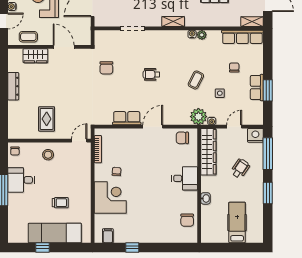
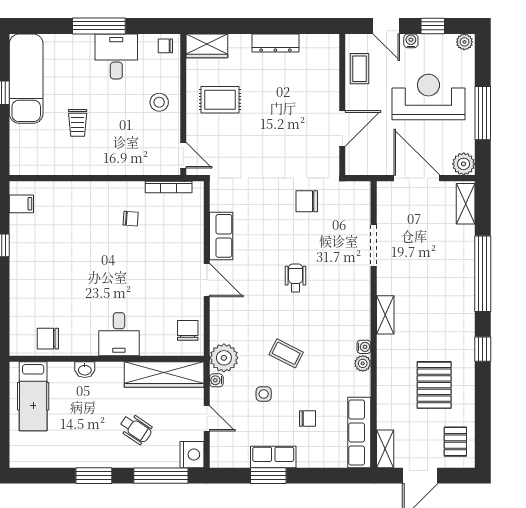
wardrobe: (35, 56) -> (207, 46), moved, turned -90
corner desk: (110, 198) -> (86, 208), removed
hospital bed: (237, 222) -> (33, 396), moved, turned 90
exam couch: (55, 233) -> (26, 79), moved

